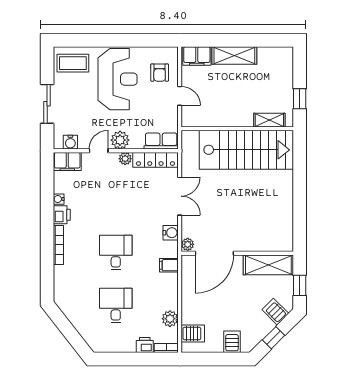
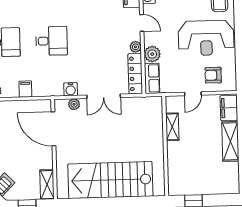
shelving: (269, 120) -> (172, 127), moved
plant: (120, 140) -> (152, 54), moved
stairs: (246, 150) -> (110, 180), moved, turned 90
plant: (188, 244) -> (74, 104), moved
filing cabinet: (169, 265) -> (25, 89), moved
shelving: (268, 265) -> (47, 185), width x0.67, depth x0.75

